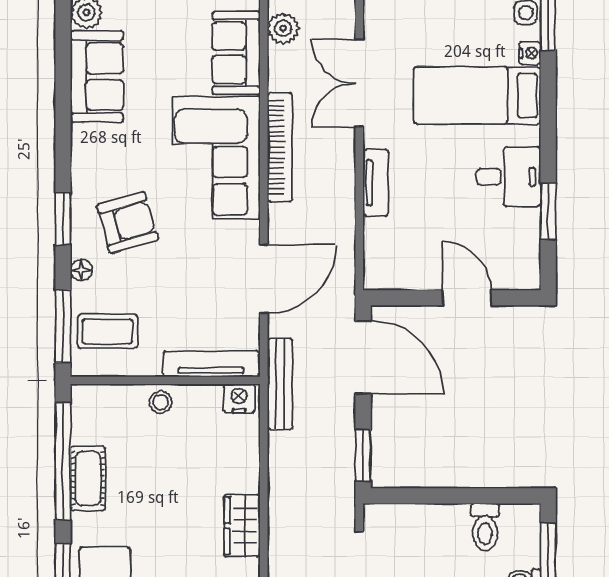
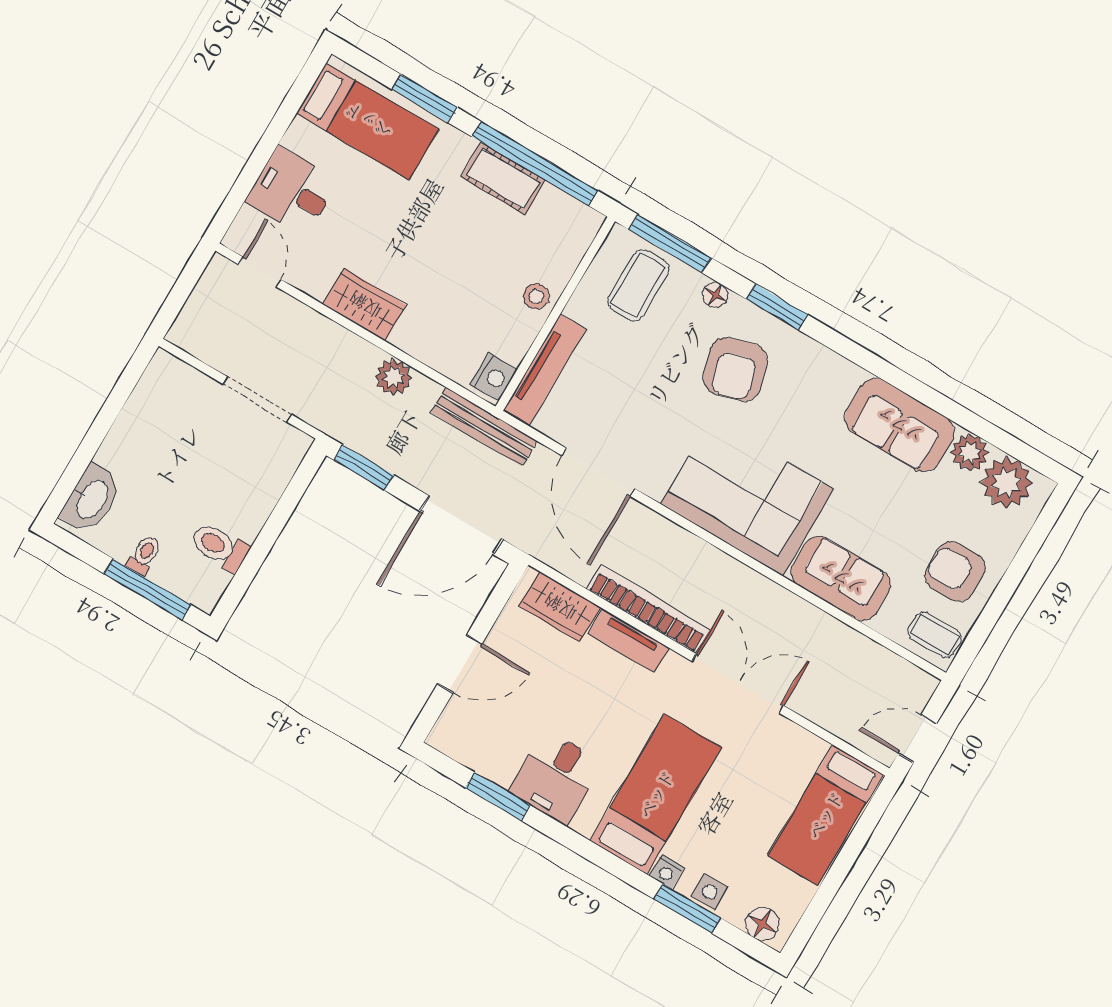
plant: (283, 28) -> (394, 377), moved
bookcase: (280, 147) -> (648, 609), moved, turned 180
wardrobe: (380, 249) -> (560, 607), added

